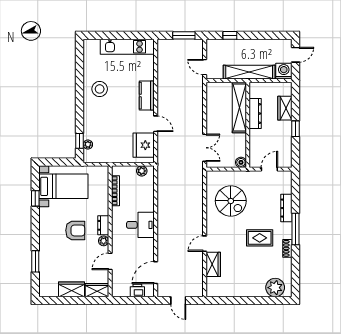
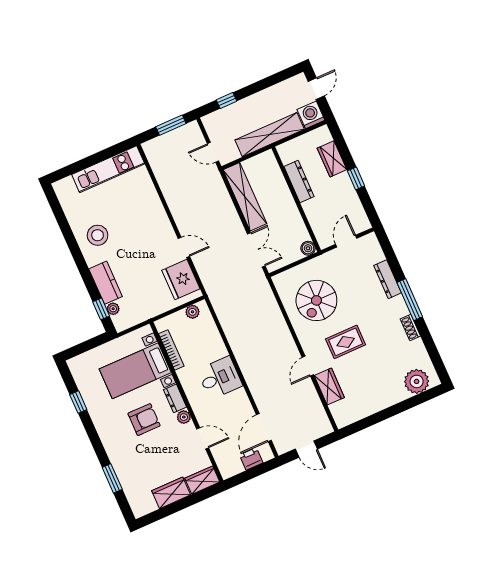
kitchen counter: (147, 96) -> (106, 283), moved, turned 180
shelving: (239, 108) -> (245, 197), moved
bed with nightstands: (63, 186) -> (135, 371), moved, turned 180
spiral stairs: (231, 201) -> (316, 300), turned 90
rug: (260, 238) -> (346, 342), moved
door: (110, 261) -> (203, 438), swing flipped

